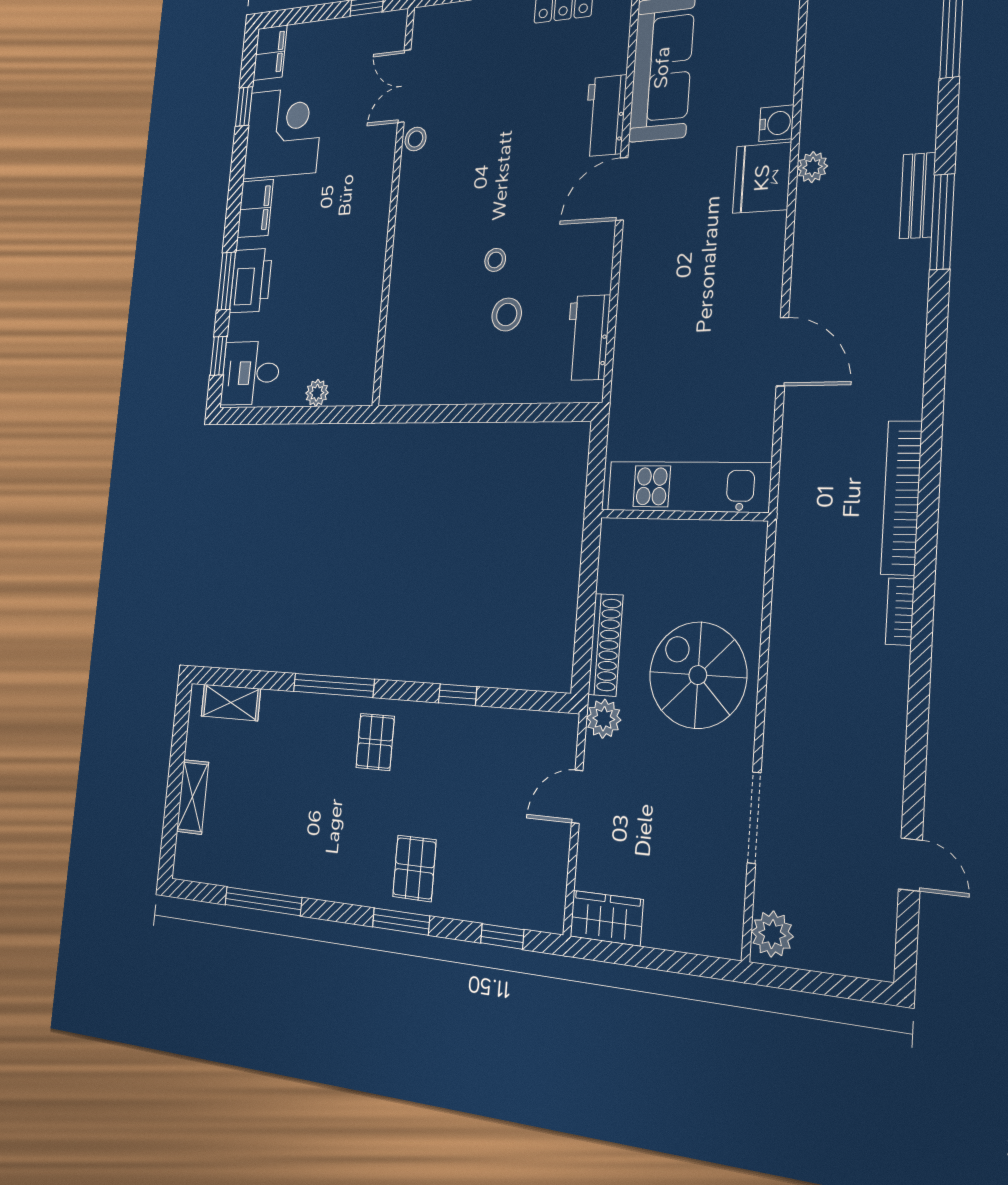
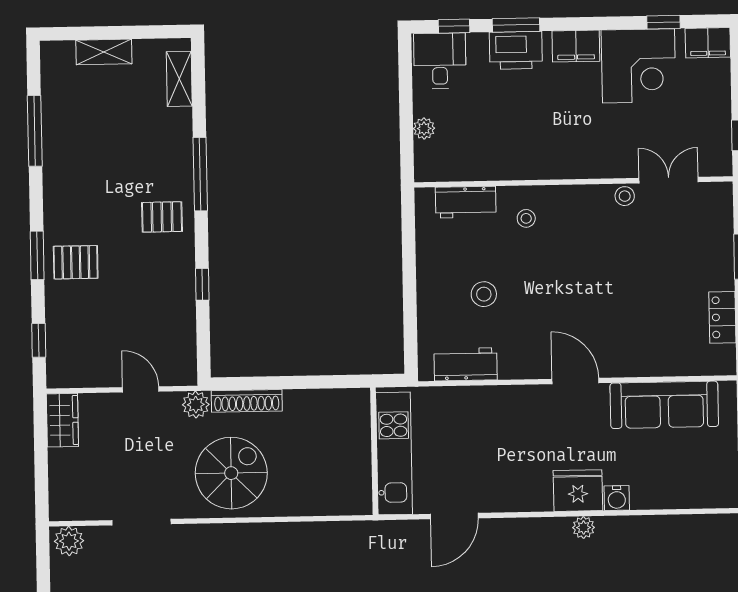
workbench: (605, 116) -> (466, 202), moved, turned 180
stool: (495, 260) -> (526, 218), moved
kitchen unit: (688, 487) -> (394, 453), moved
wall: (683, 515) -> (374, 451), moved

